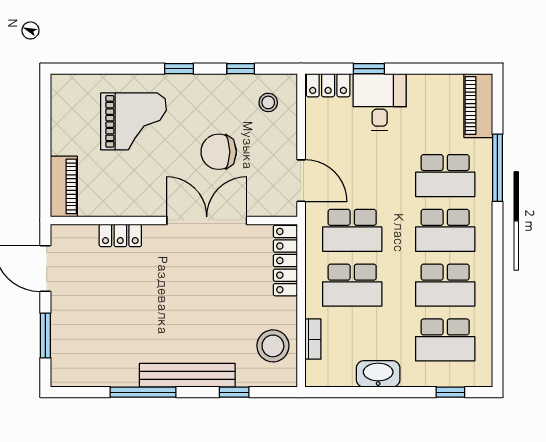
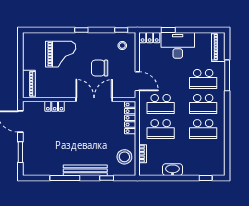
window: (241, 69) -> (121, 30), moved
desk: (380, 102) -> (178, 45), width x1.37
school desk: (445, 340) -> (203, 154), removed

